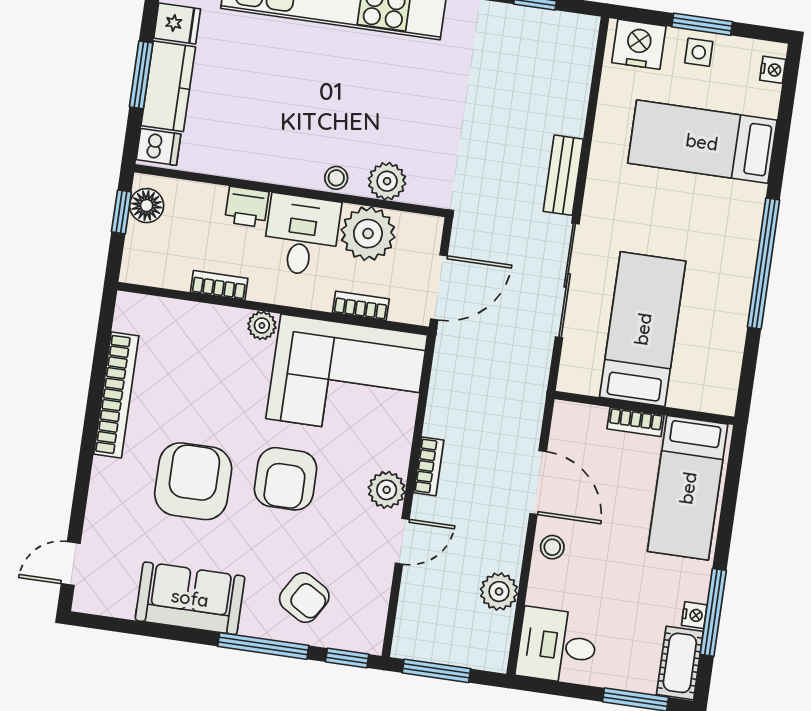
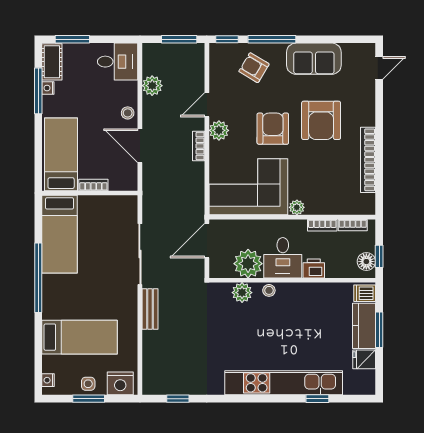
bookcase: (361, 306) -> (353, 225), moved
bed: (643, 329) -> (59, 234), moved

